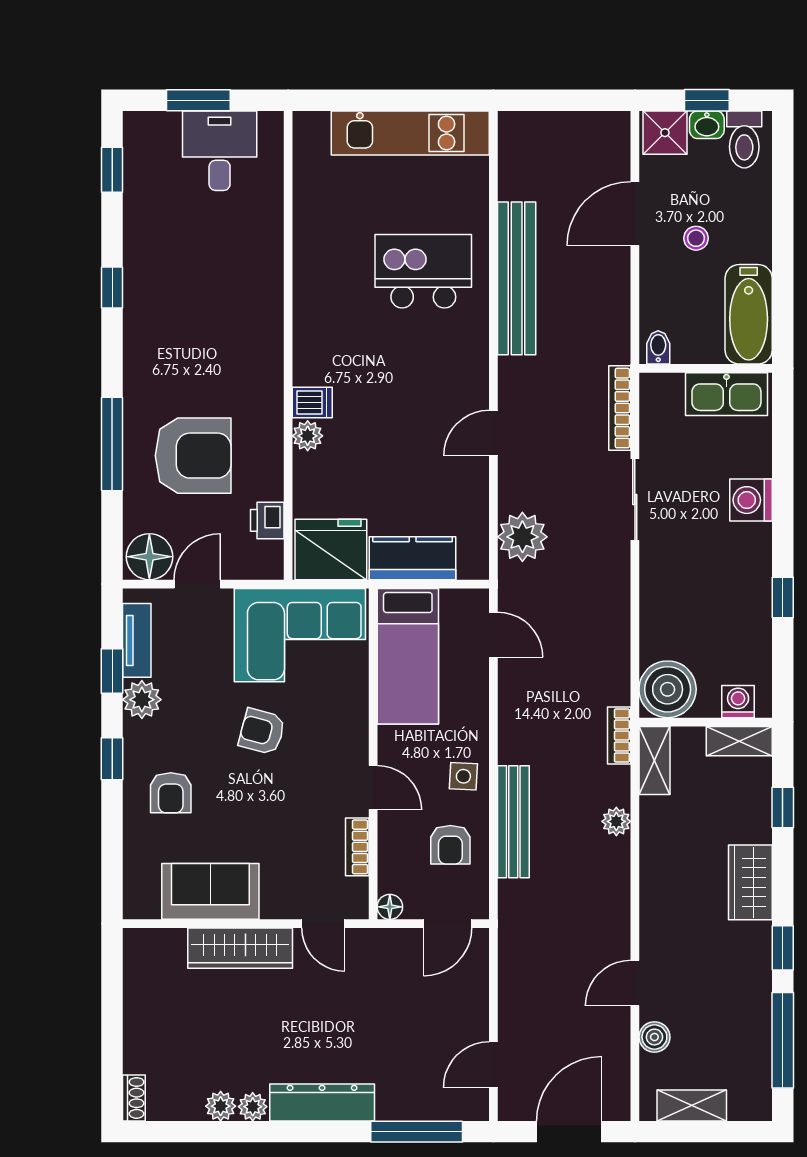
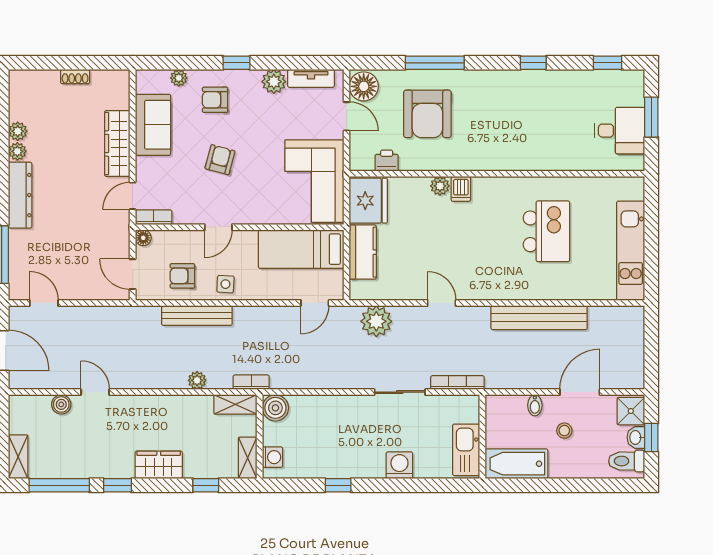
door: (635, 214) -> (580, 392), hinge flipped
kitchen island: (423, 271) -> (546, 231), moved
bidet: (658, 347) -> (535, 405), moved, turned 90
window: (112, 671) -> (292, 63), removed
boiler: (668, 689) -> (275, 408), width x0.73, depth x0.73
armchair: (262, 732) -> (220, 160), moved
bookcase: (357, 847) -> (154, 217), moved
plant: (136, 850) -> (179, 78), added
shoe rack: (134, 1098) -> (75, 77), moved
shelving: (692, 1105) -> (18, 457), moved

